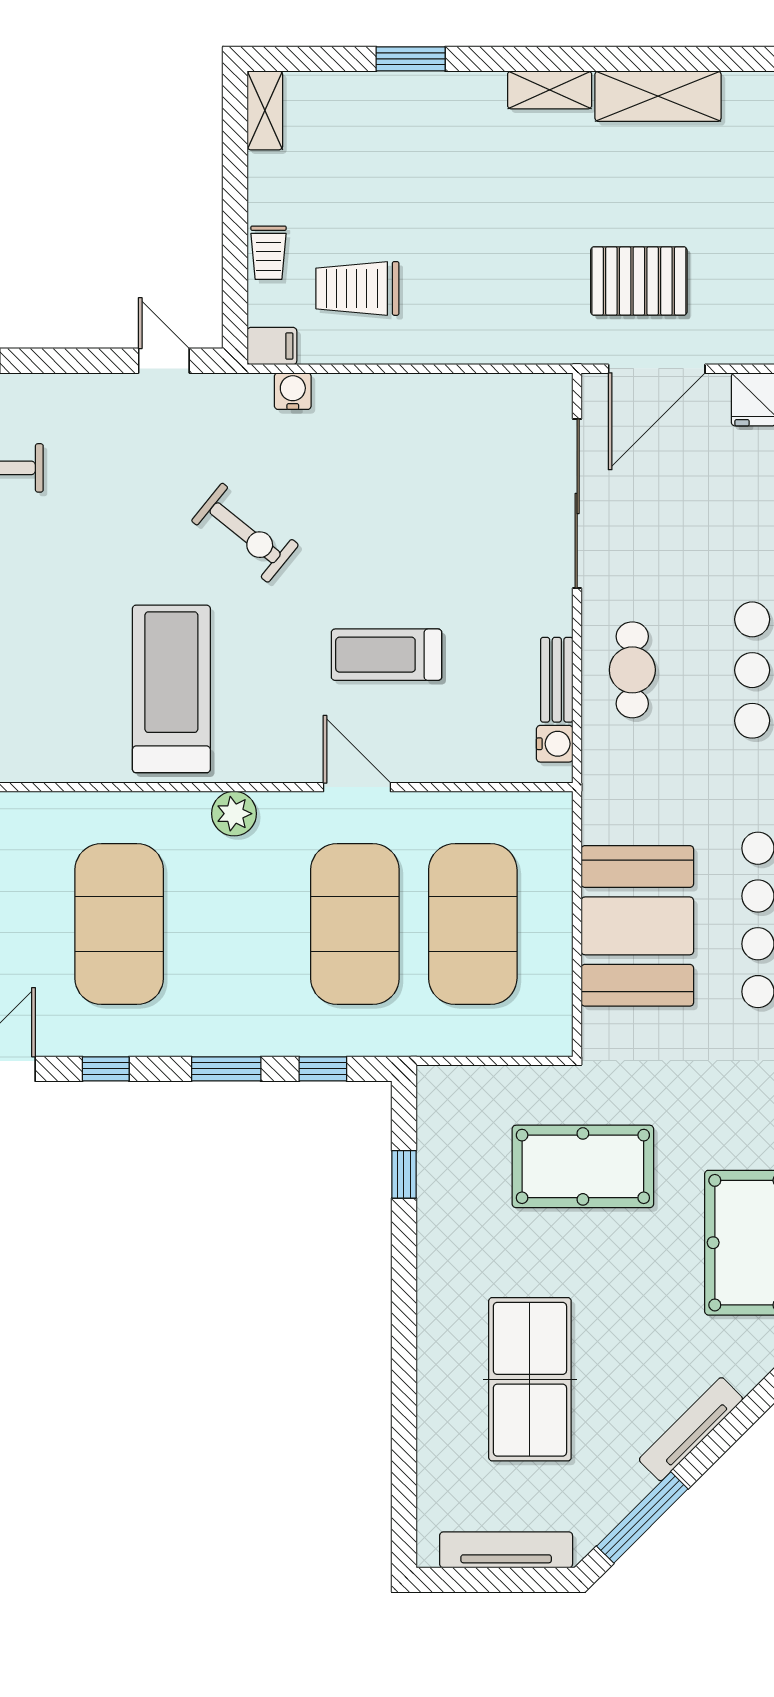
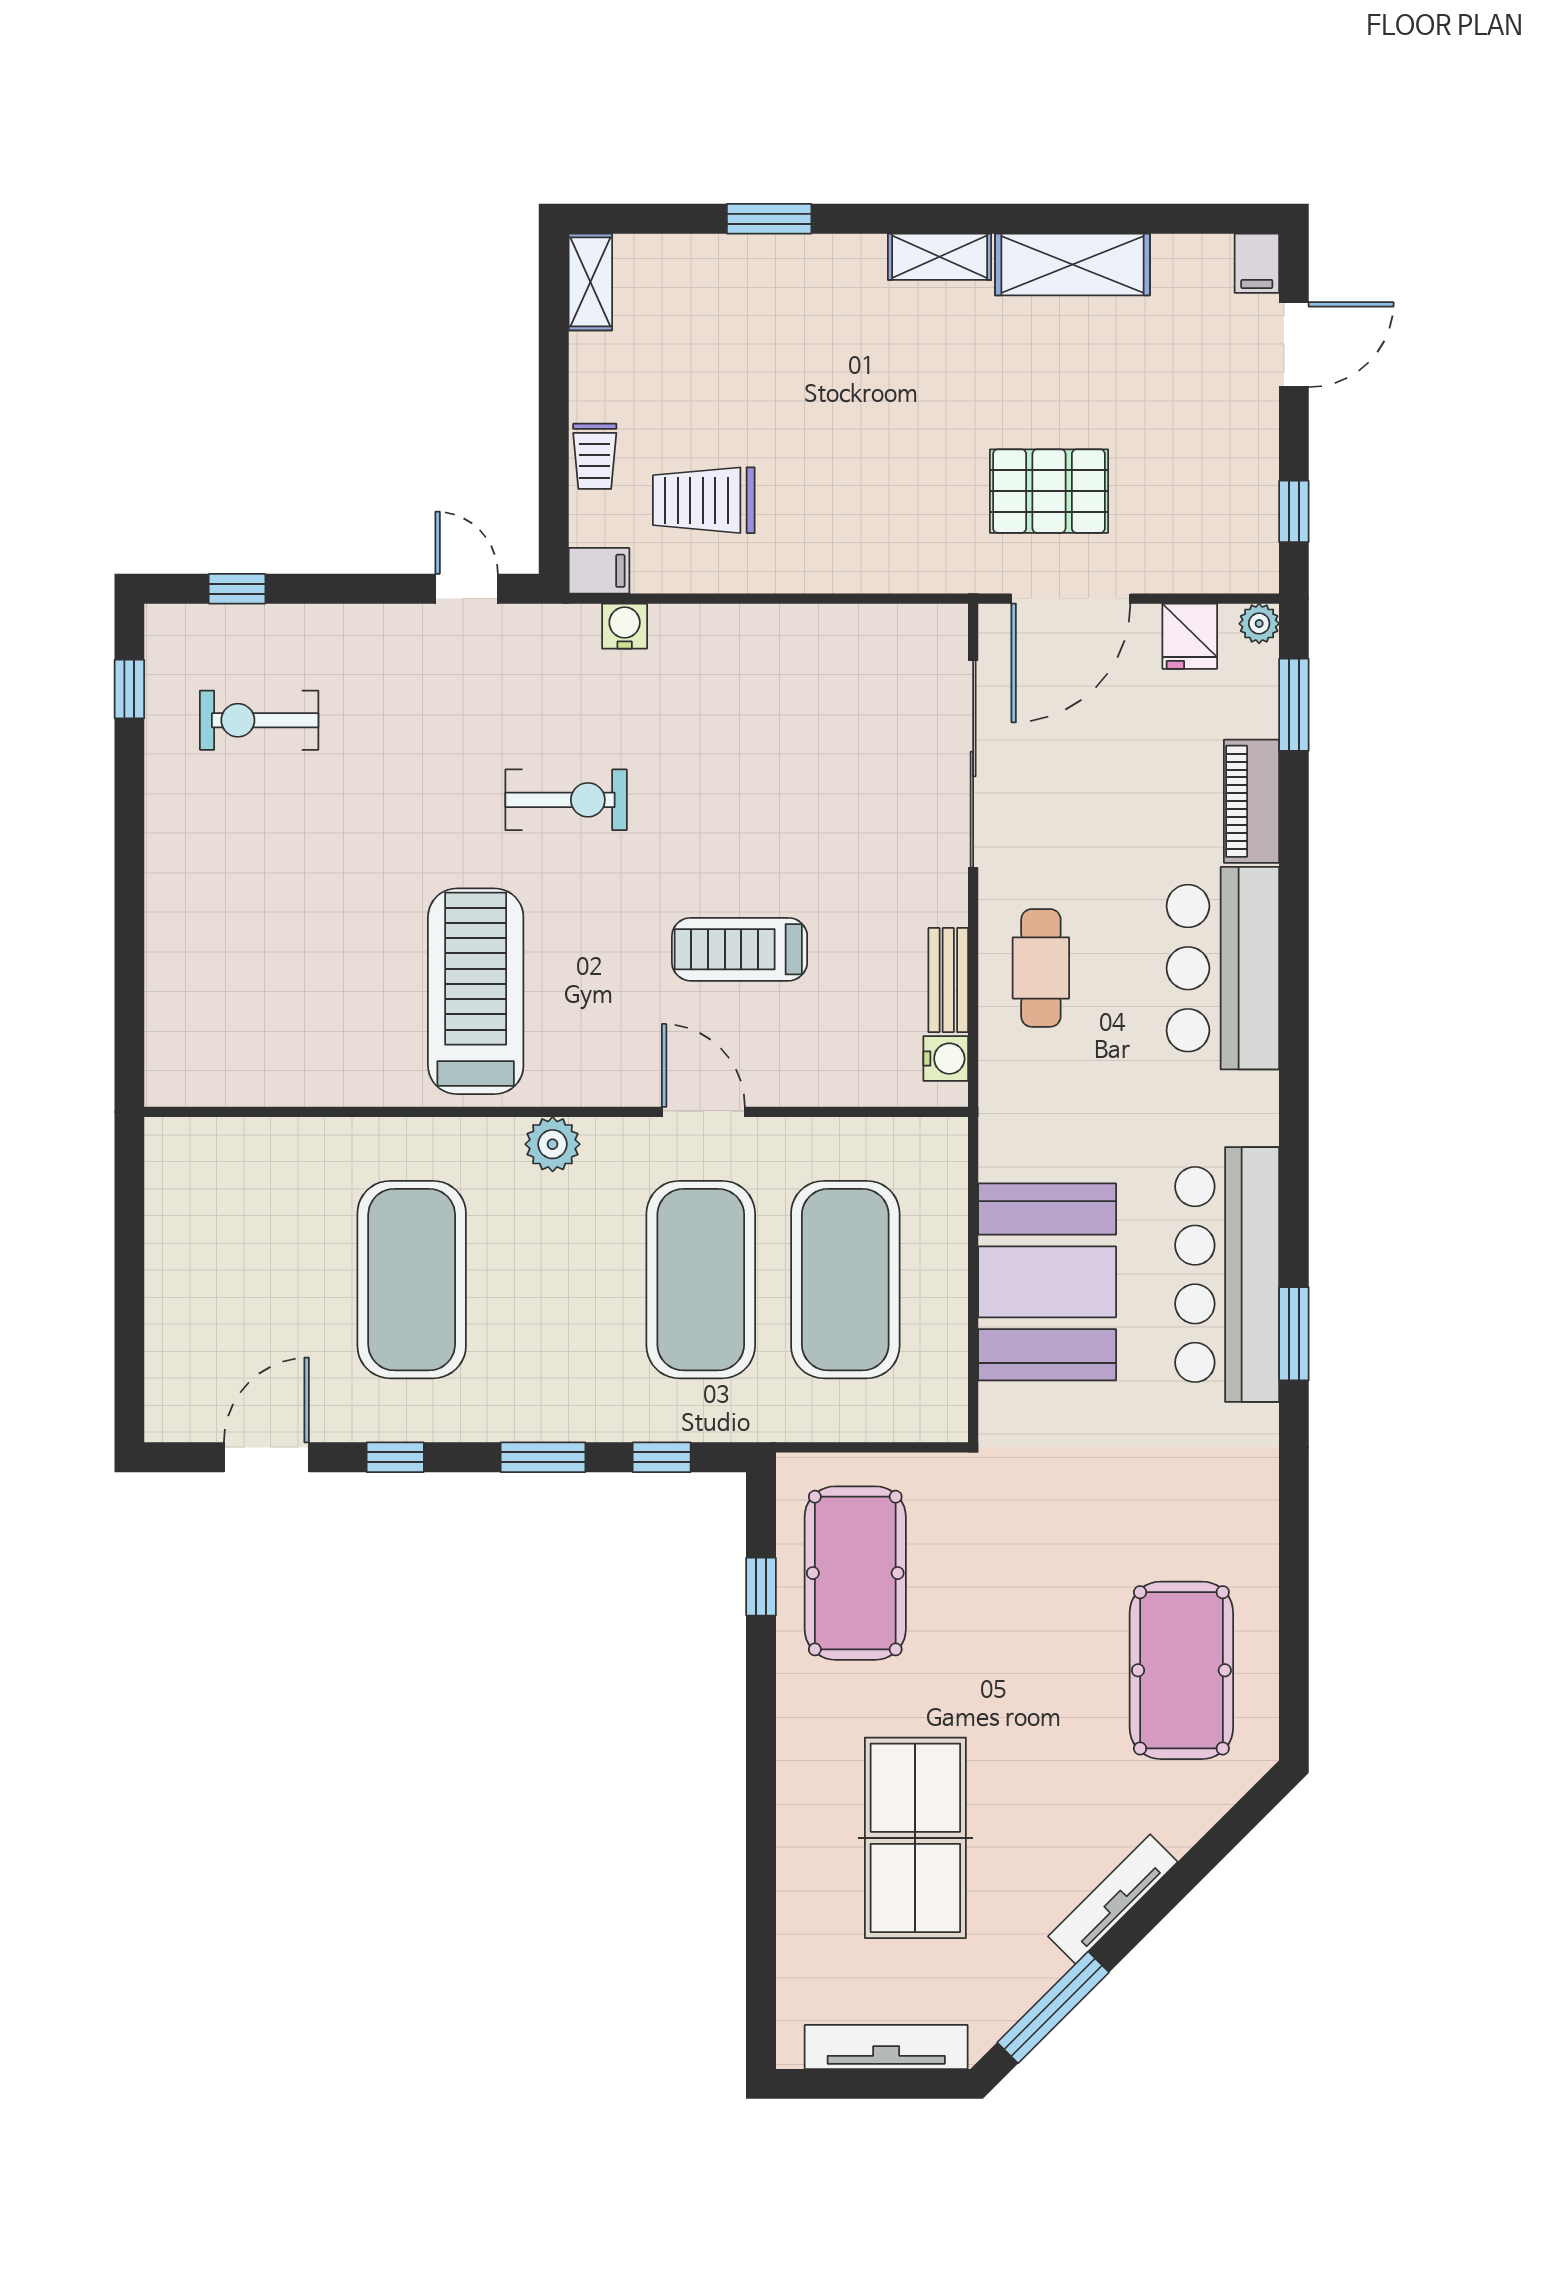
exercise bike: (245, 533) -> (566, 800), turned -39
pool table: (583, 1166) -> (855, 1573), moved, turned 90

